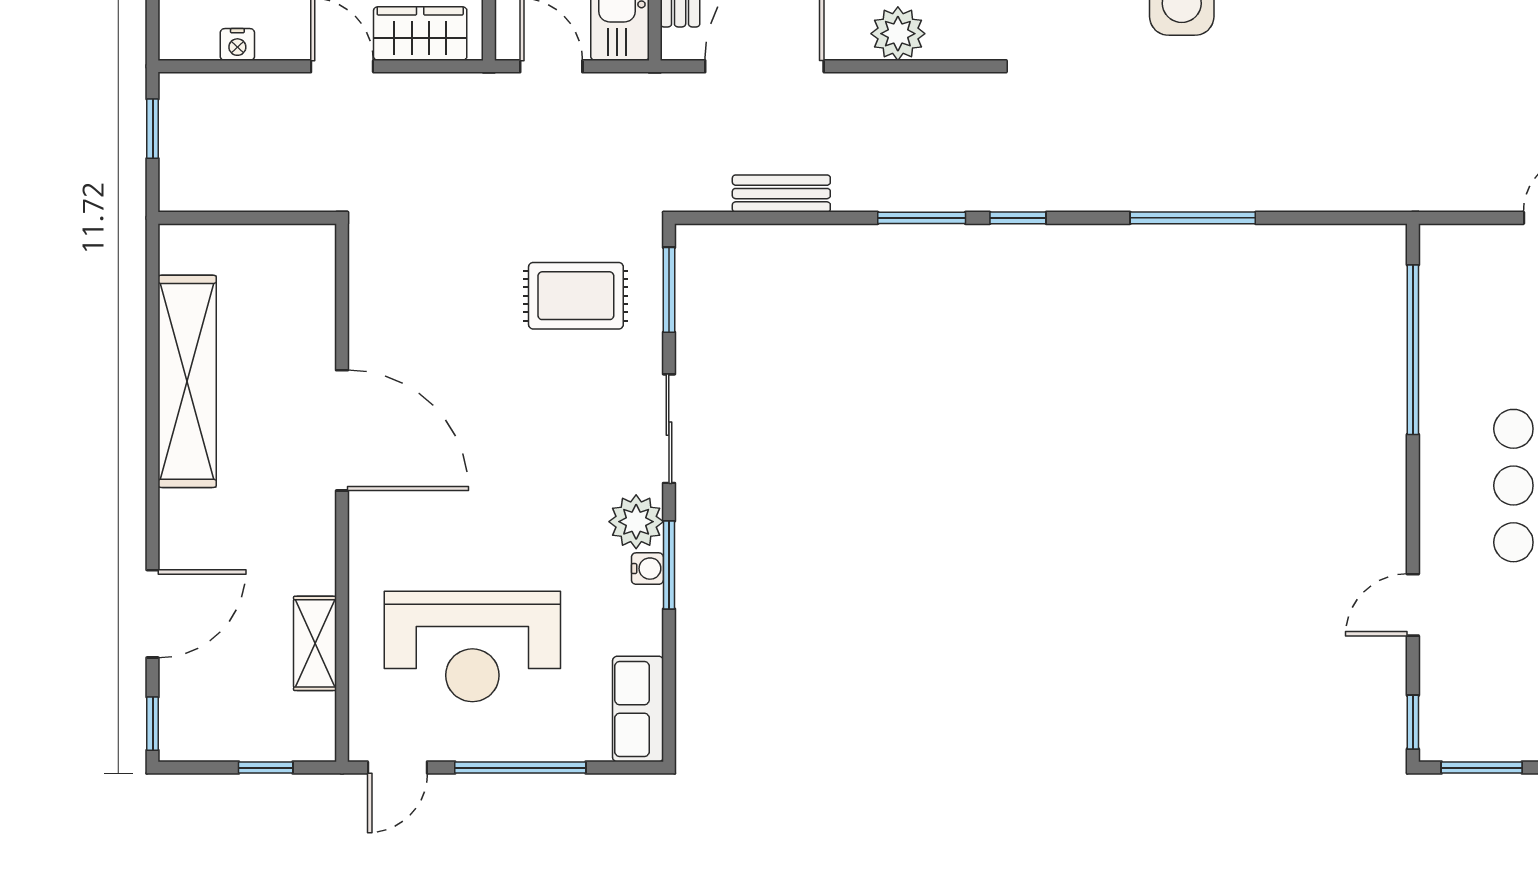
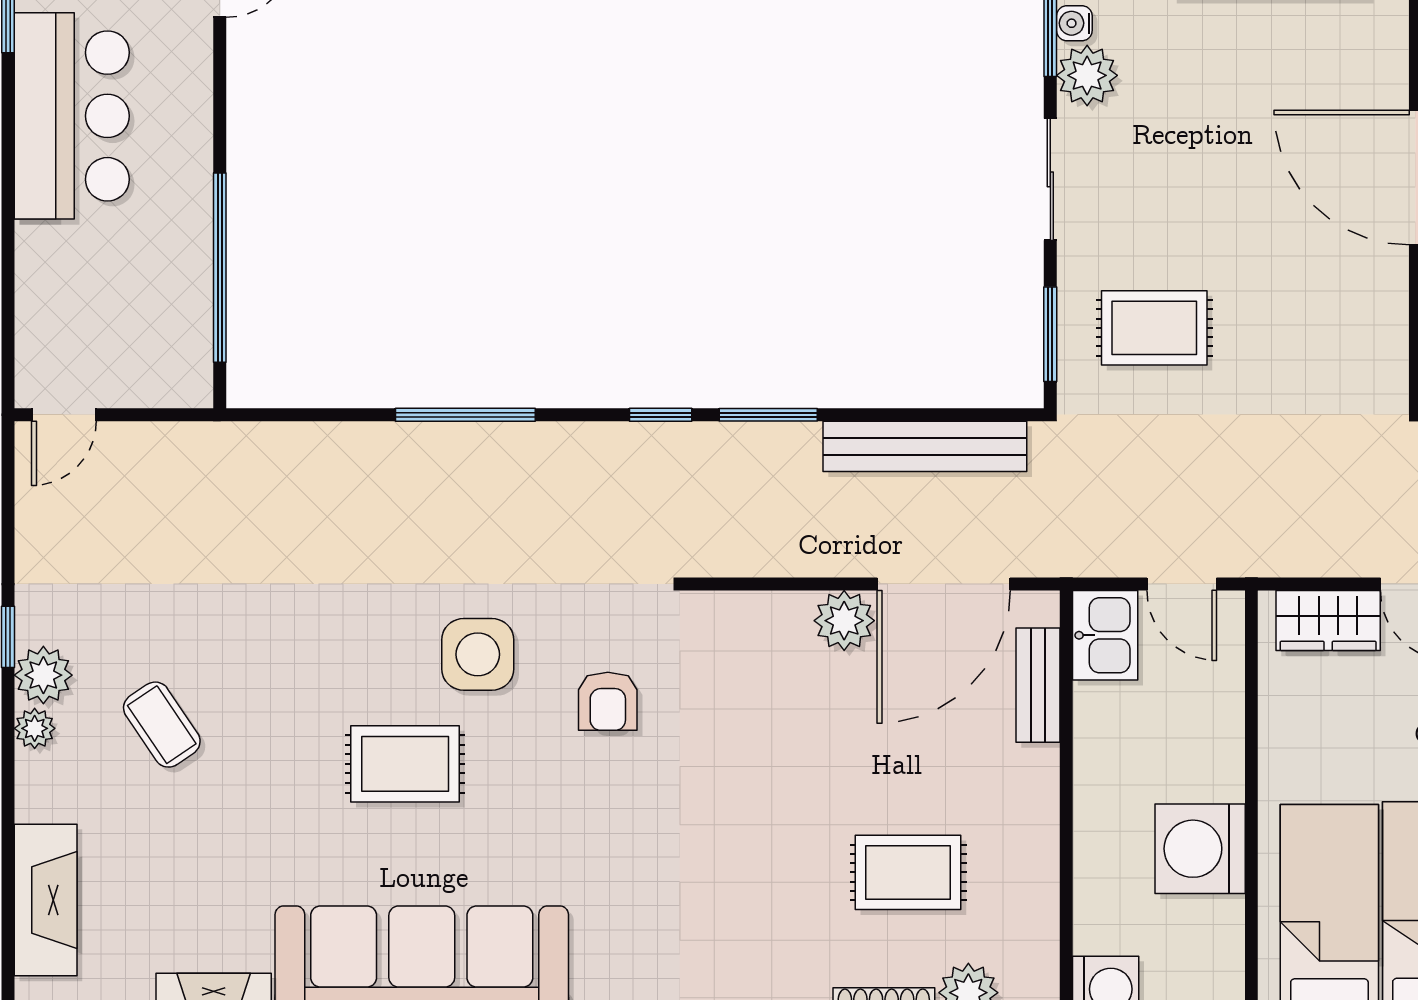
plant: (898, 34) -> (844, 621), moved
bench: (781, 194) -> (925, 446), width x1.86, depth x1.21

